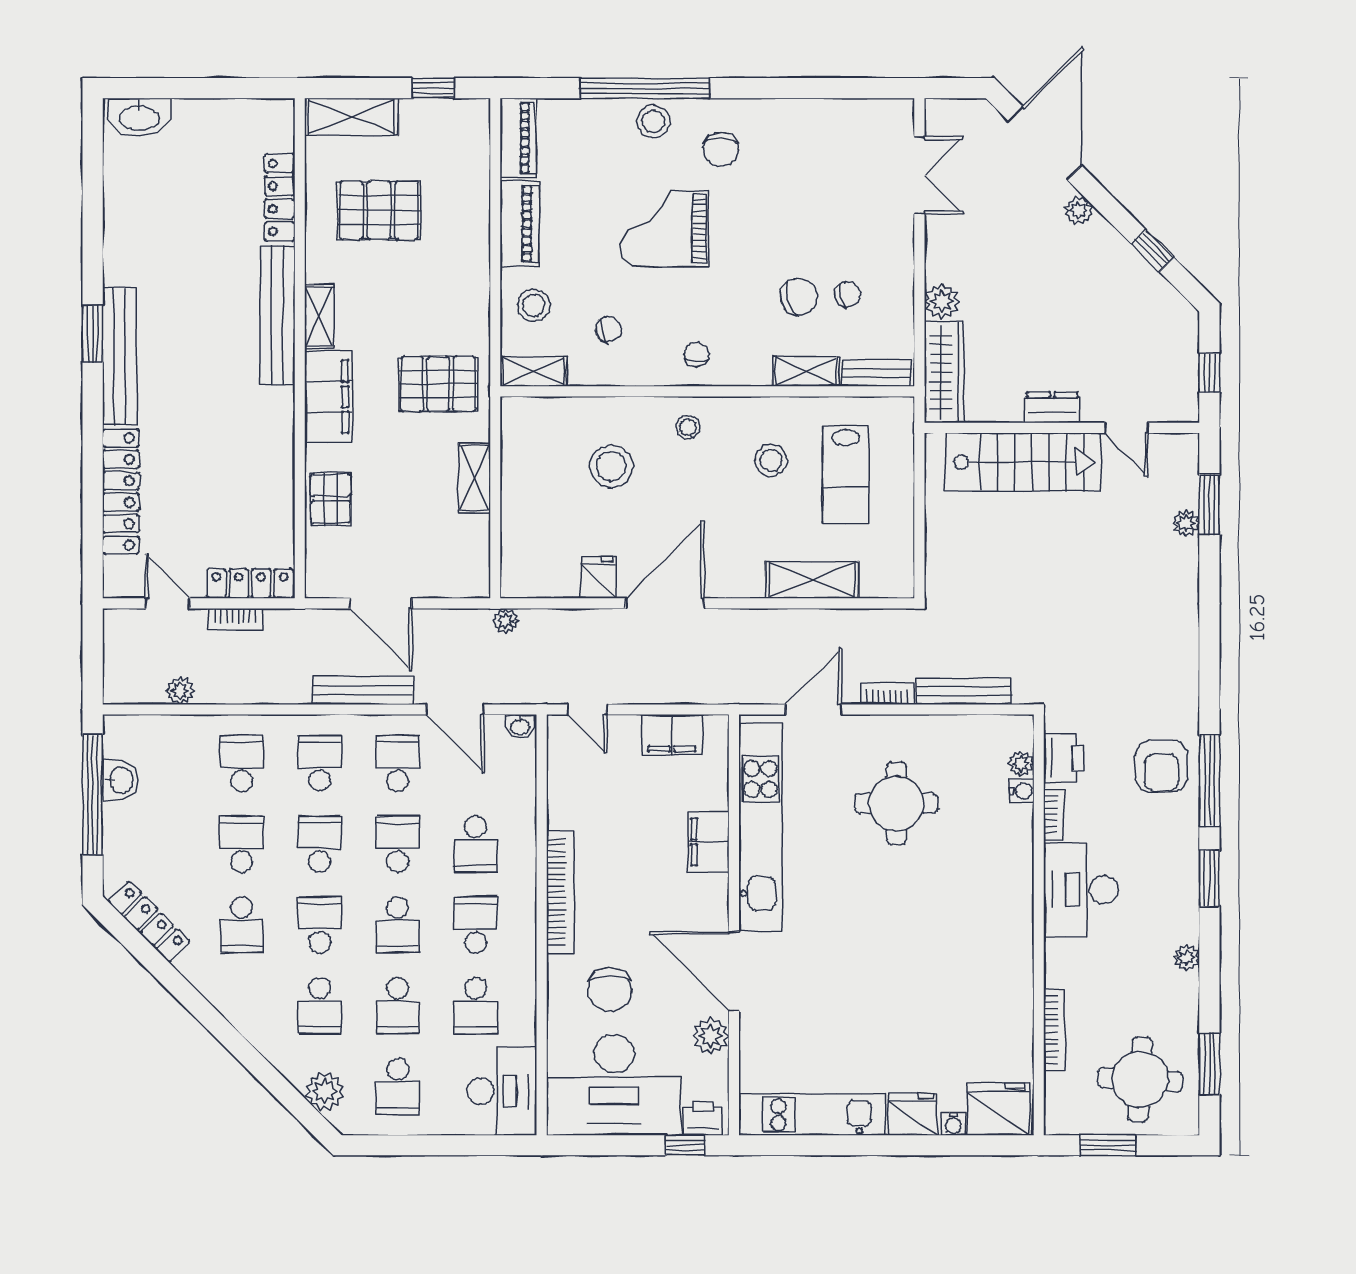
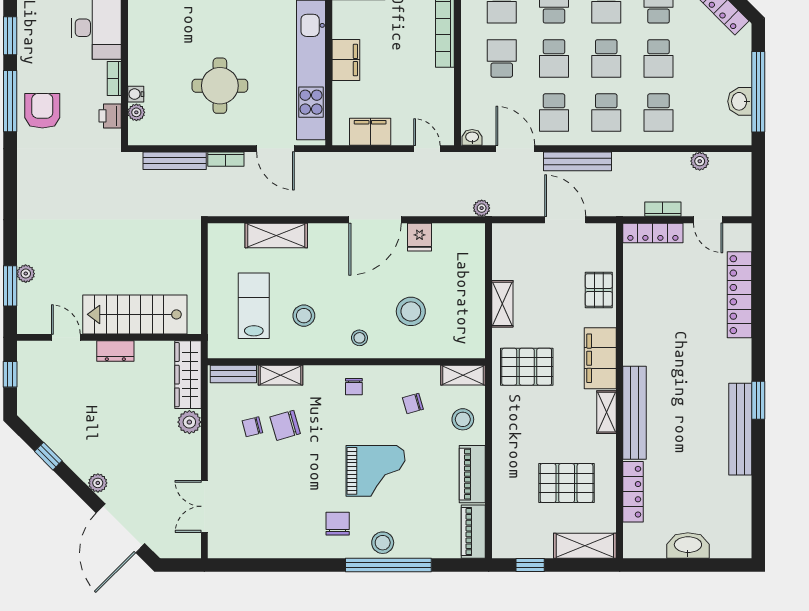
washbasin: (139, 117) -> (688, 545), moved
bench: (120, 356) -> (740, 429), moved
door: (813, 709) -> (275, 149), hinge flipped
printer: (1064, 758) -> (110, 116), width x0.73, depth x0.81

